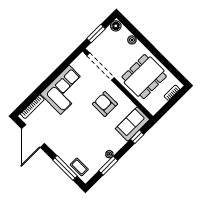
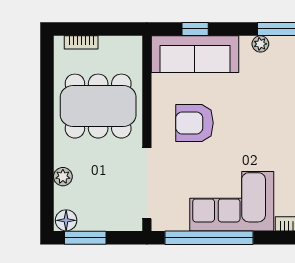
window: (96, 34) -> (85, 238), moved
window: (60, 69) -> (209, 238), added
armchair: (105, 104) -> (194, 123), turned 90
sofa: (133, 124) -> (195, 54), width x1.36

